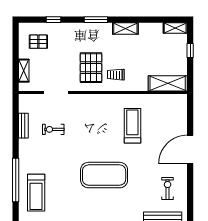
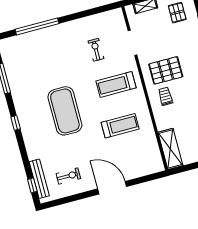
bench: (23, 126) -> (92, 20), removed
treadmill: (36, 193) -> (116, 84), moved

